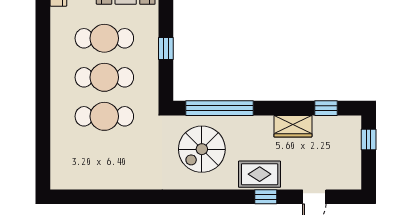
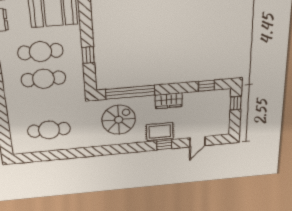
cafe table: (104, 116) -> (49, 130), moved
wardrobe: (293, 126) -> (169, 101), moved
spiral stairs: (202, 149) -> (119, 120), turned 180

